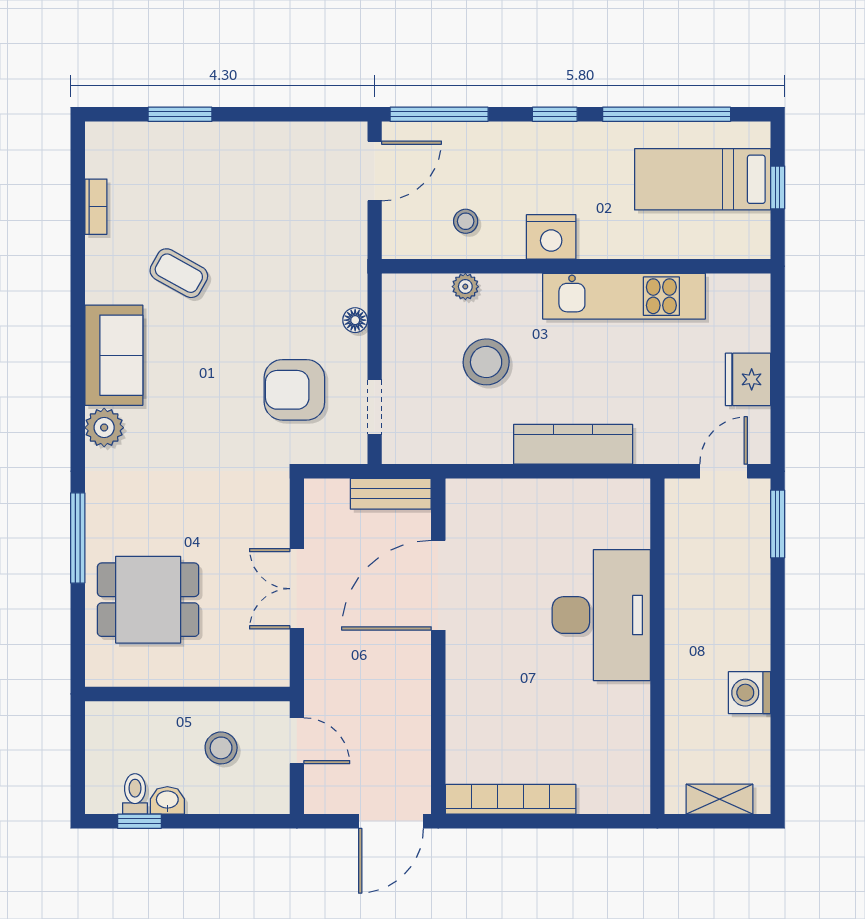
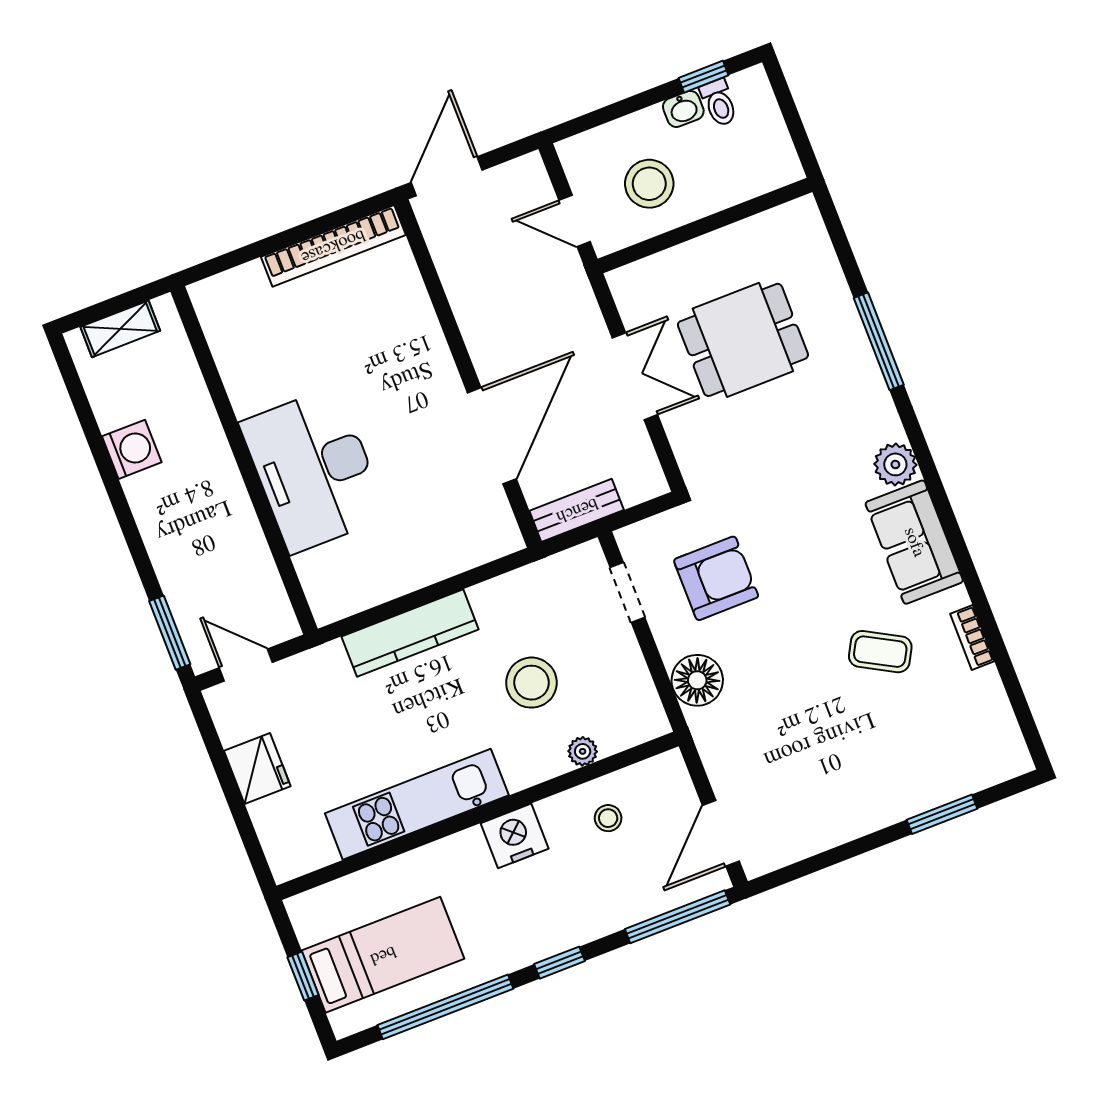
bookcase: (96, 207) -> (972, 637), moved
floor lamp: (355, 320) -> (697, 680), width x1.89, depth x1.89
door: (724, 471) -> (246, 665), swing flipped
dining table: (148, 600) -> (743, 340), moved
stool: (221, 748) -> (649, 184), width x1.38, depth x1.38

